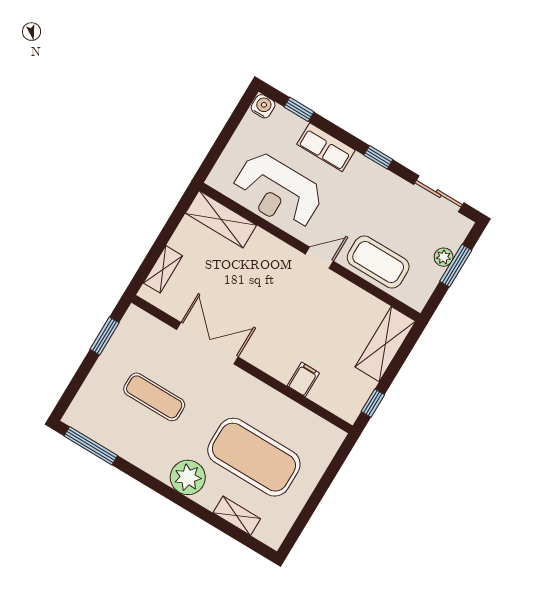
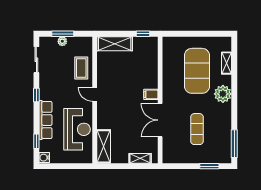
row of seats: (326, 147) -> (46, 120), width x1.48
coffee table: (378, 262) -> (81, 68), width x0.73, depth x0.76
window: (105, 336) -> (209, 166), moved
filing cabinet: (303, 379) -> (151, 94), moved

